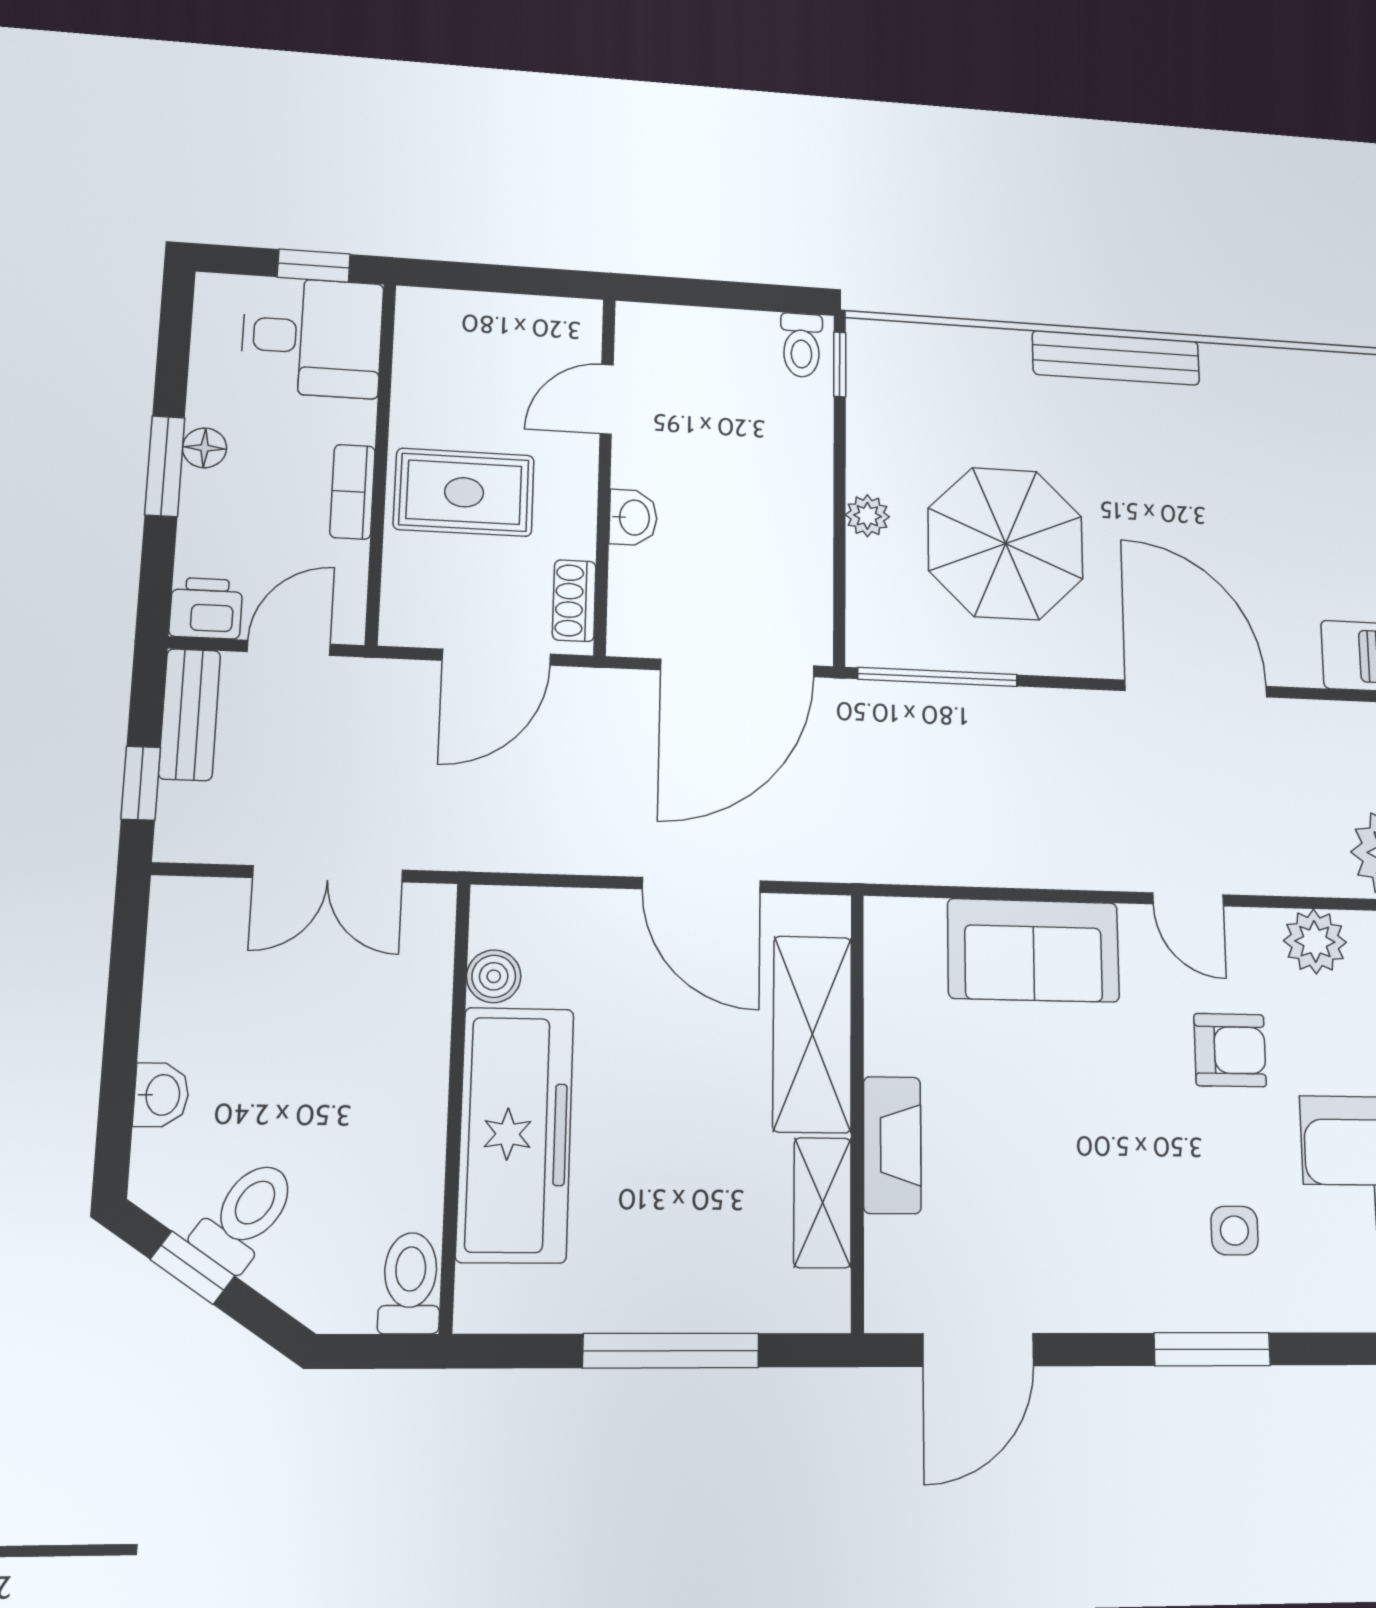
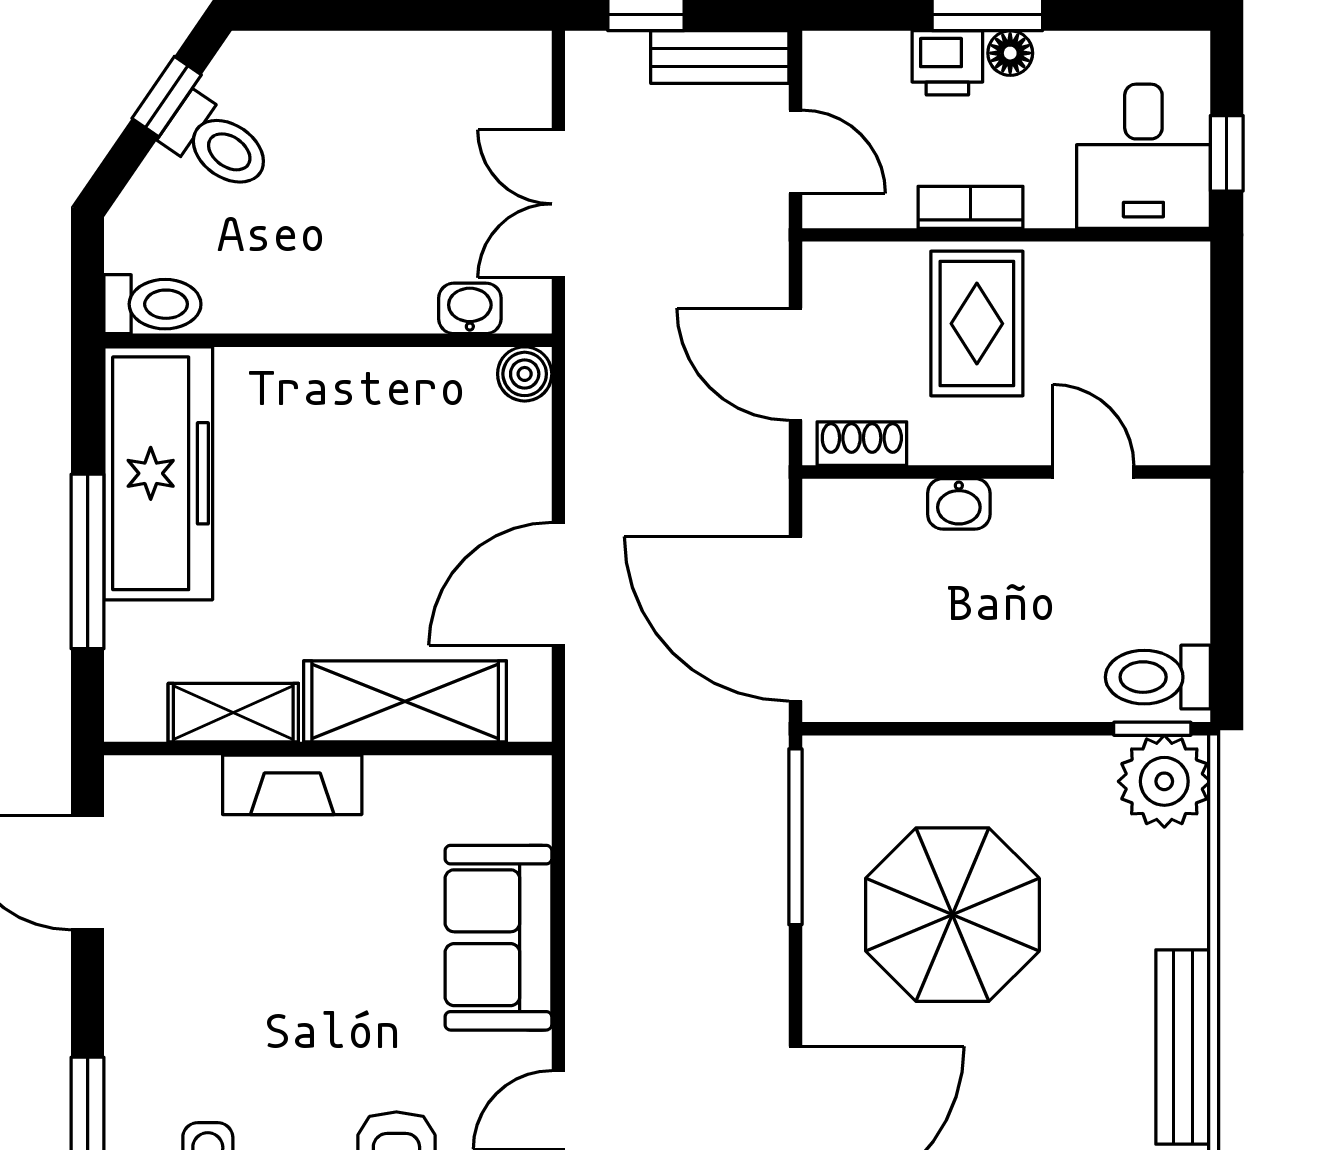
toilet: (802, 345) -> (1158, 677), width x1.37, depth x1.39
plant: (867, 516) -> (1164, 781), moved, width x1.87, depth x1.87
printer: (206, 608) -> (947, 63), moved, turned 90
boiler: (494, 976) -> (525, 374), moved
washbasin: (161, 1095) -> (470, 308), moved, turned 180
freezer: (515, 1134) -> (158, 473), moved, turned -90

